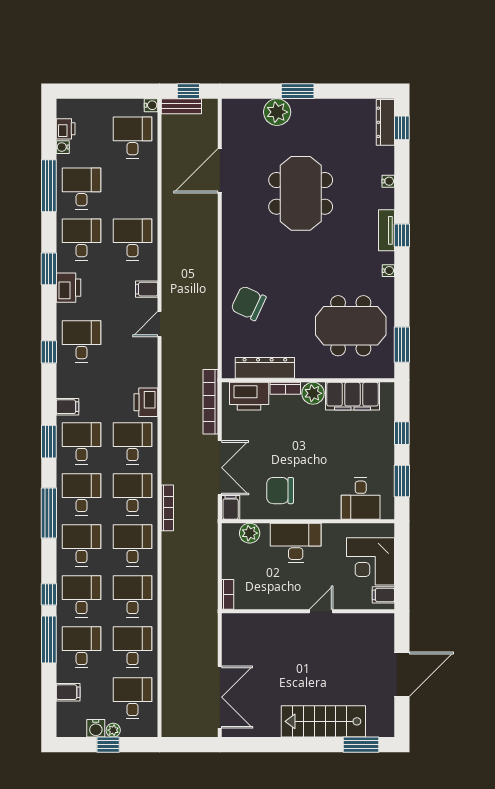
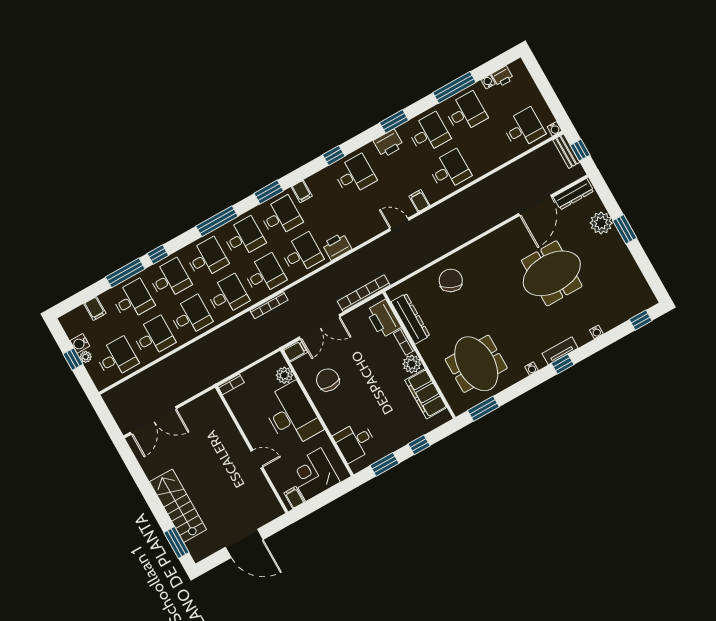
dresser: (385, 122) -> (574, 194), moved, turned 180
door: (220, 171) -> (535, 205), swing flipped
desk: (296, 543) -> (292, 415), width x1.36, depth x1.30

